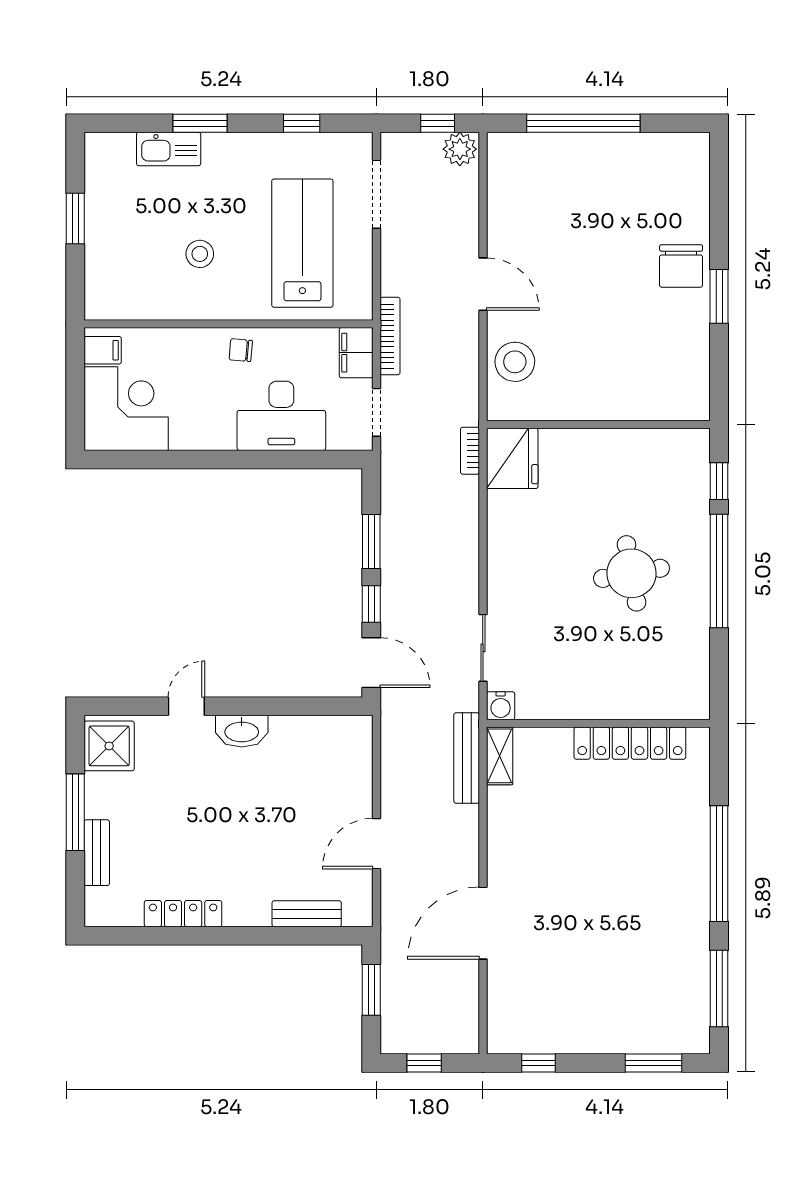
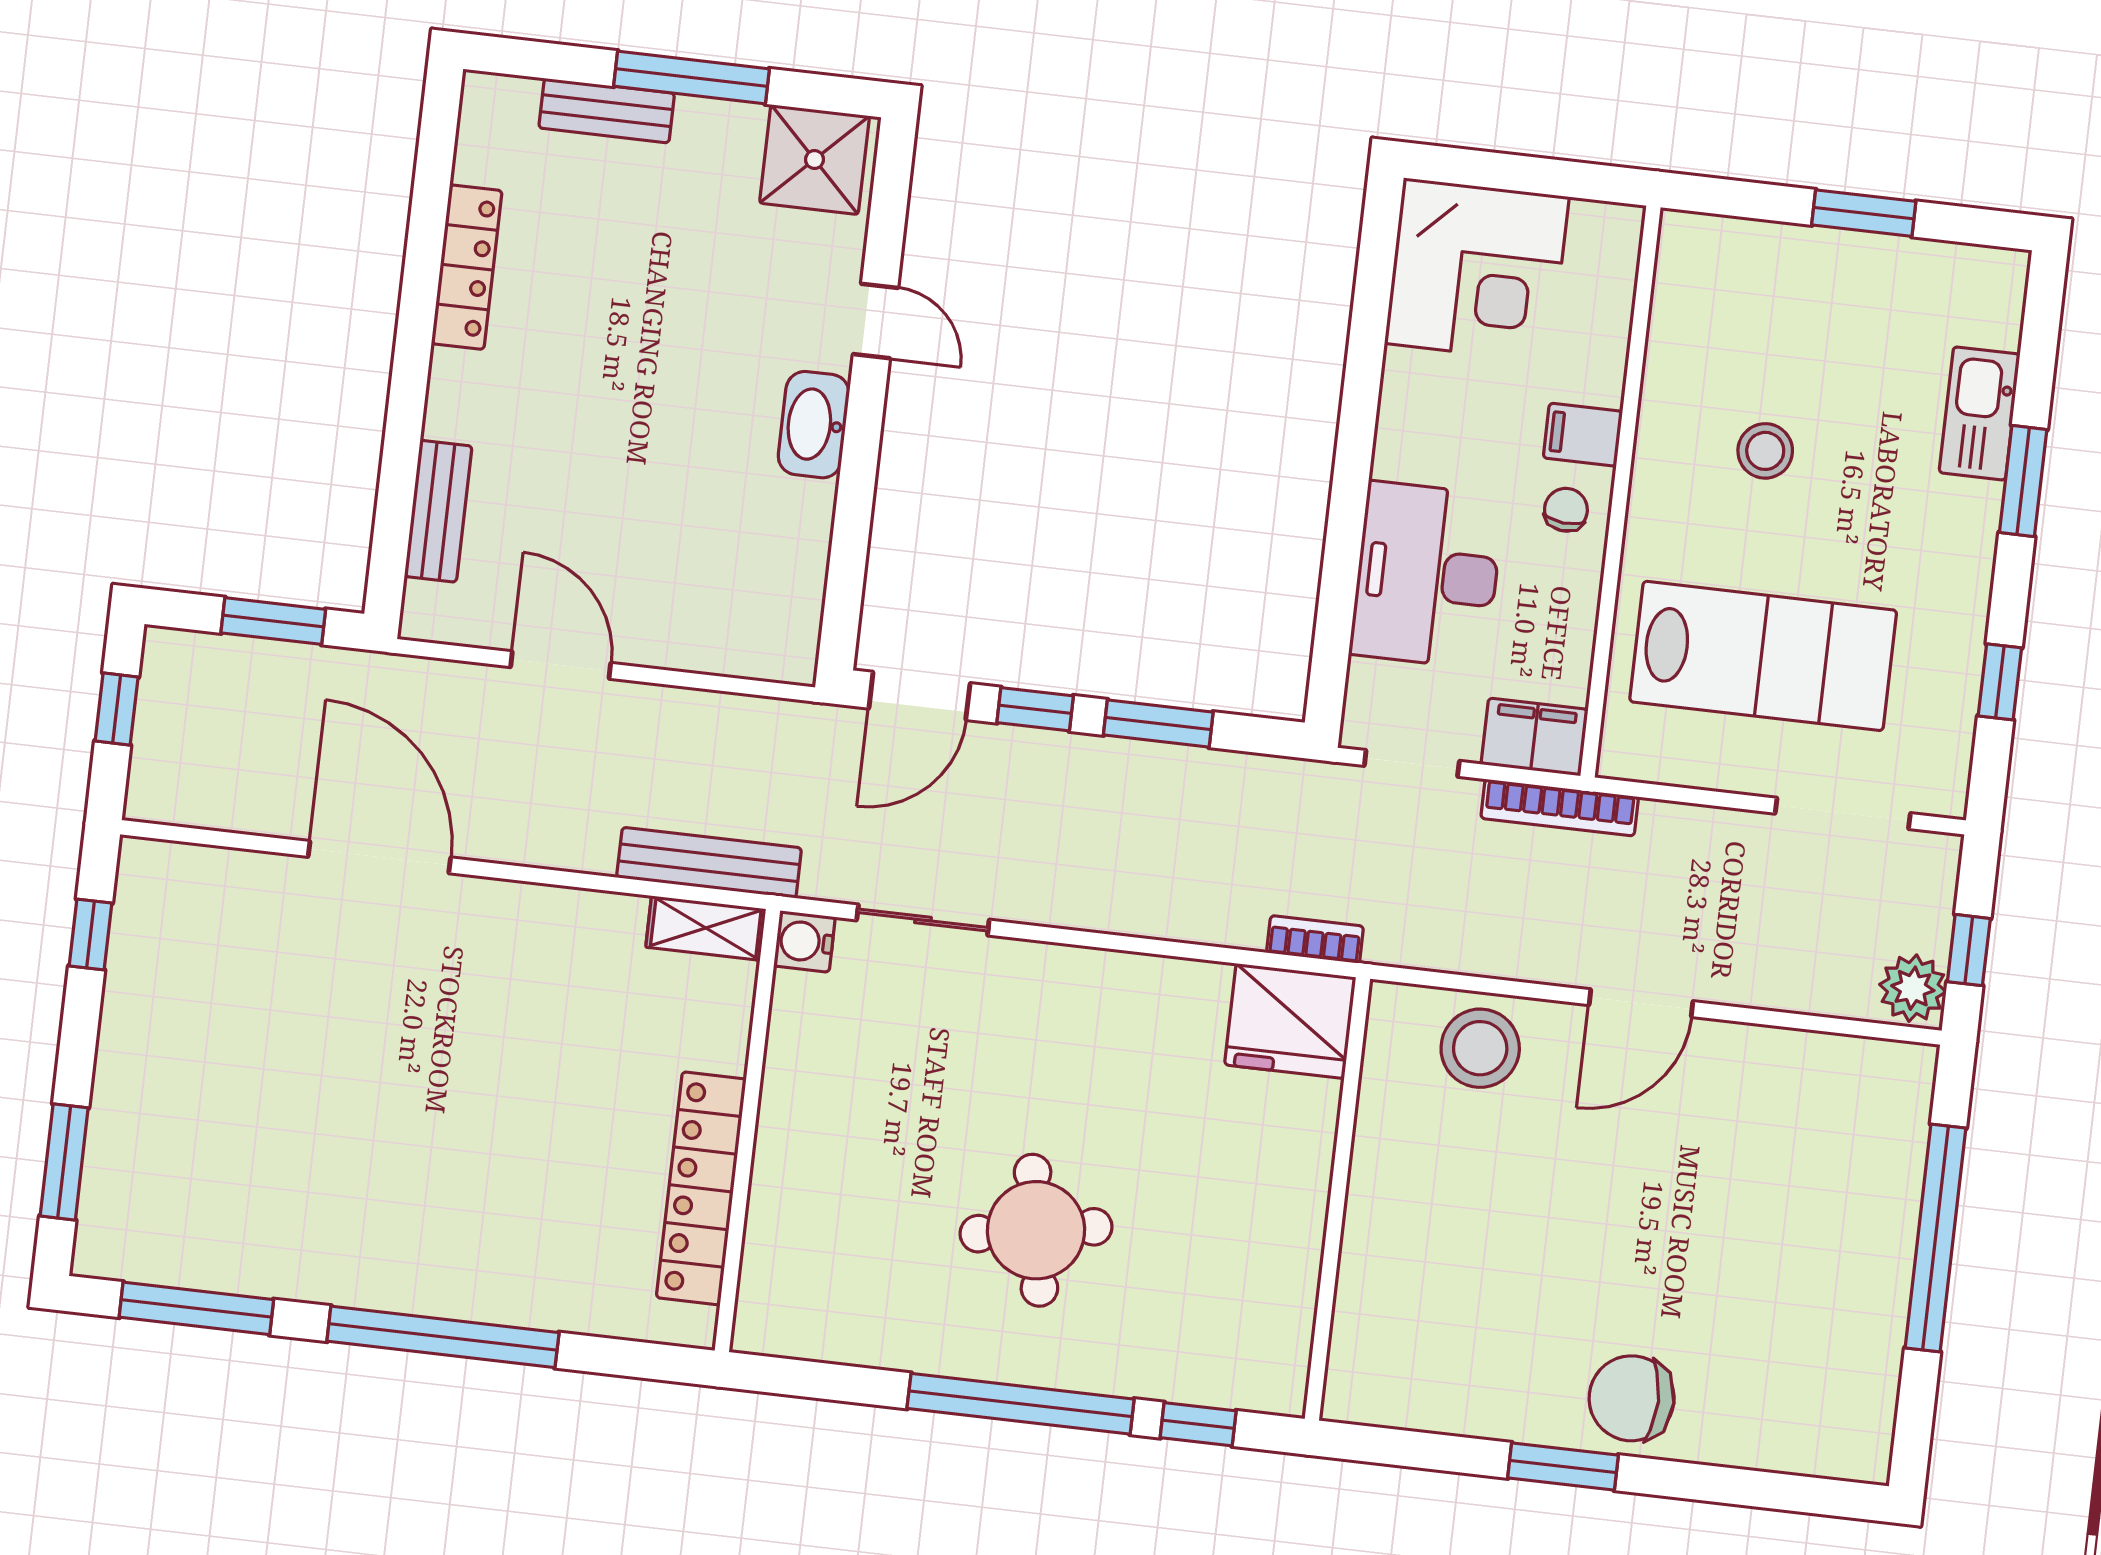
filing cabinet: (103, 350) -> (1583, 435), moved, turned 90

